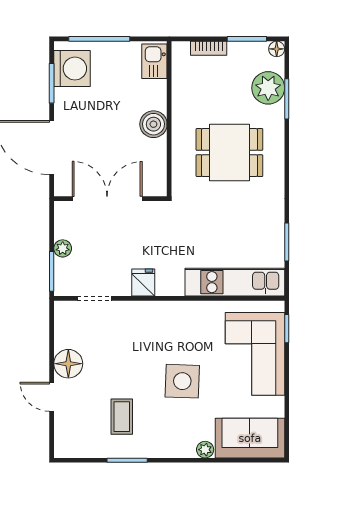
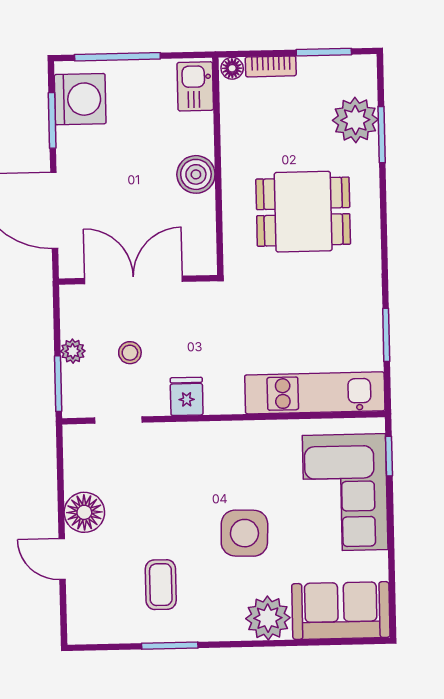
floor lamp: (277, 49) -> (232, 68), moved
stool: (103, 250) -> (130, 353), added
plant: (205, 450) -> (268, 618), width x1.88, depth x1.88

